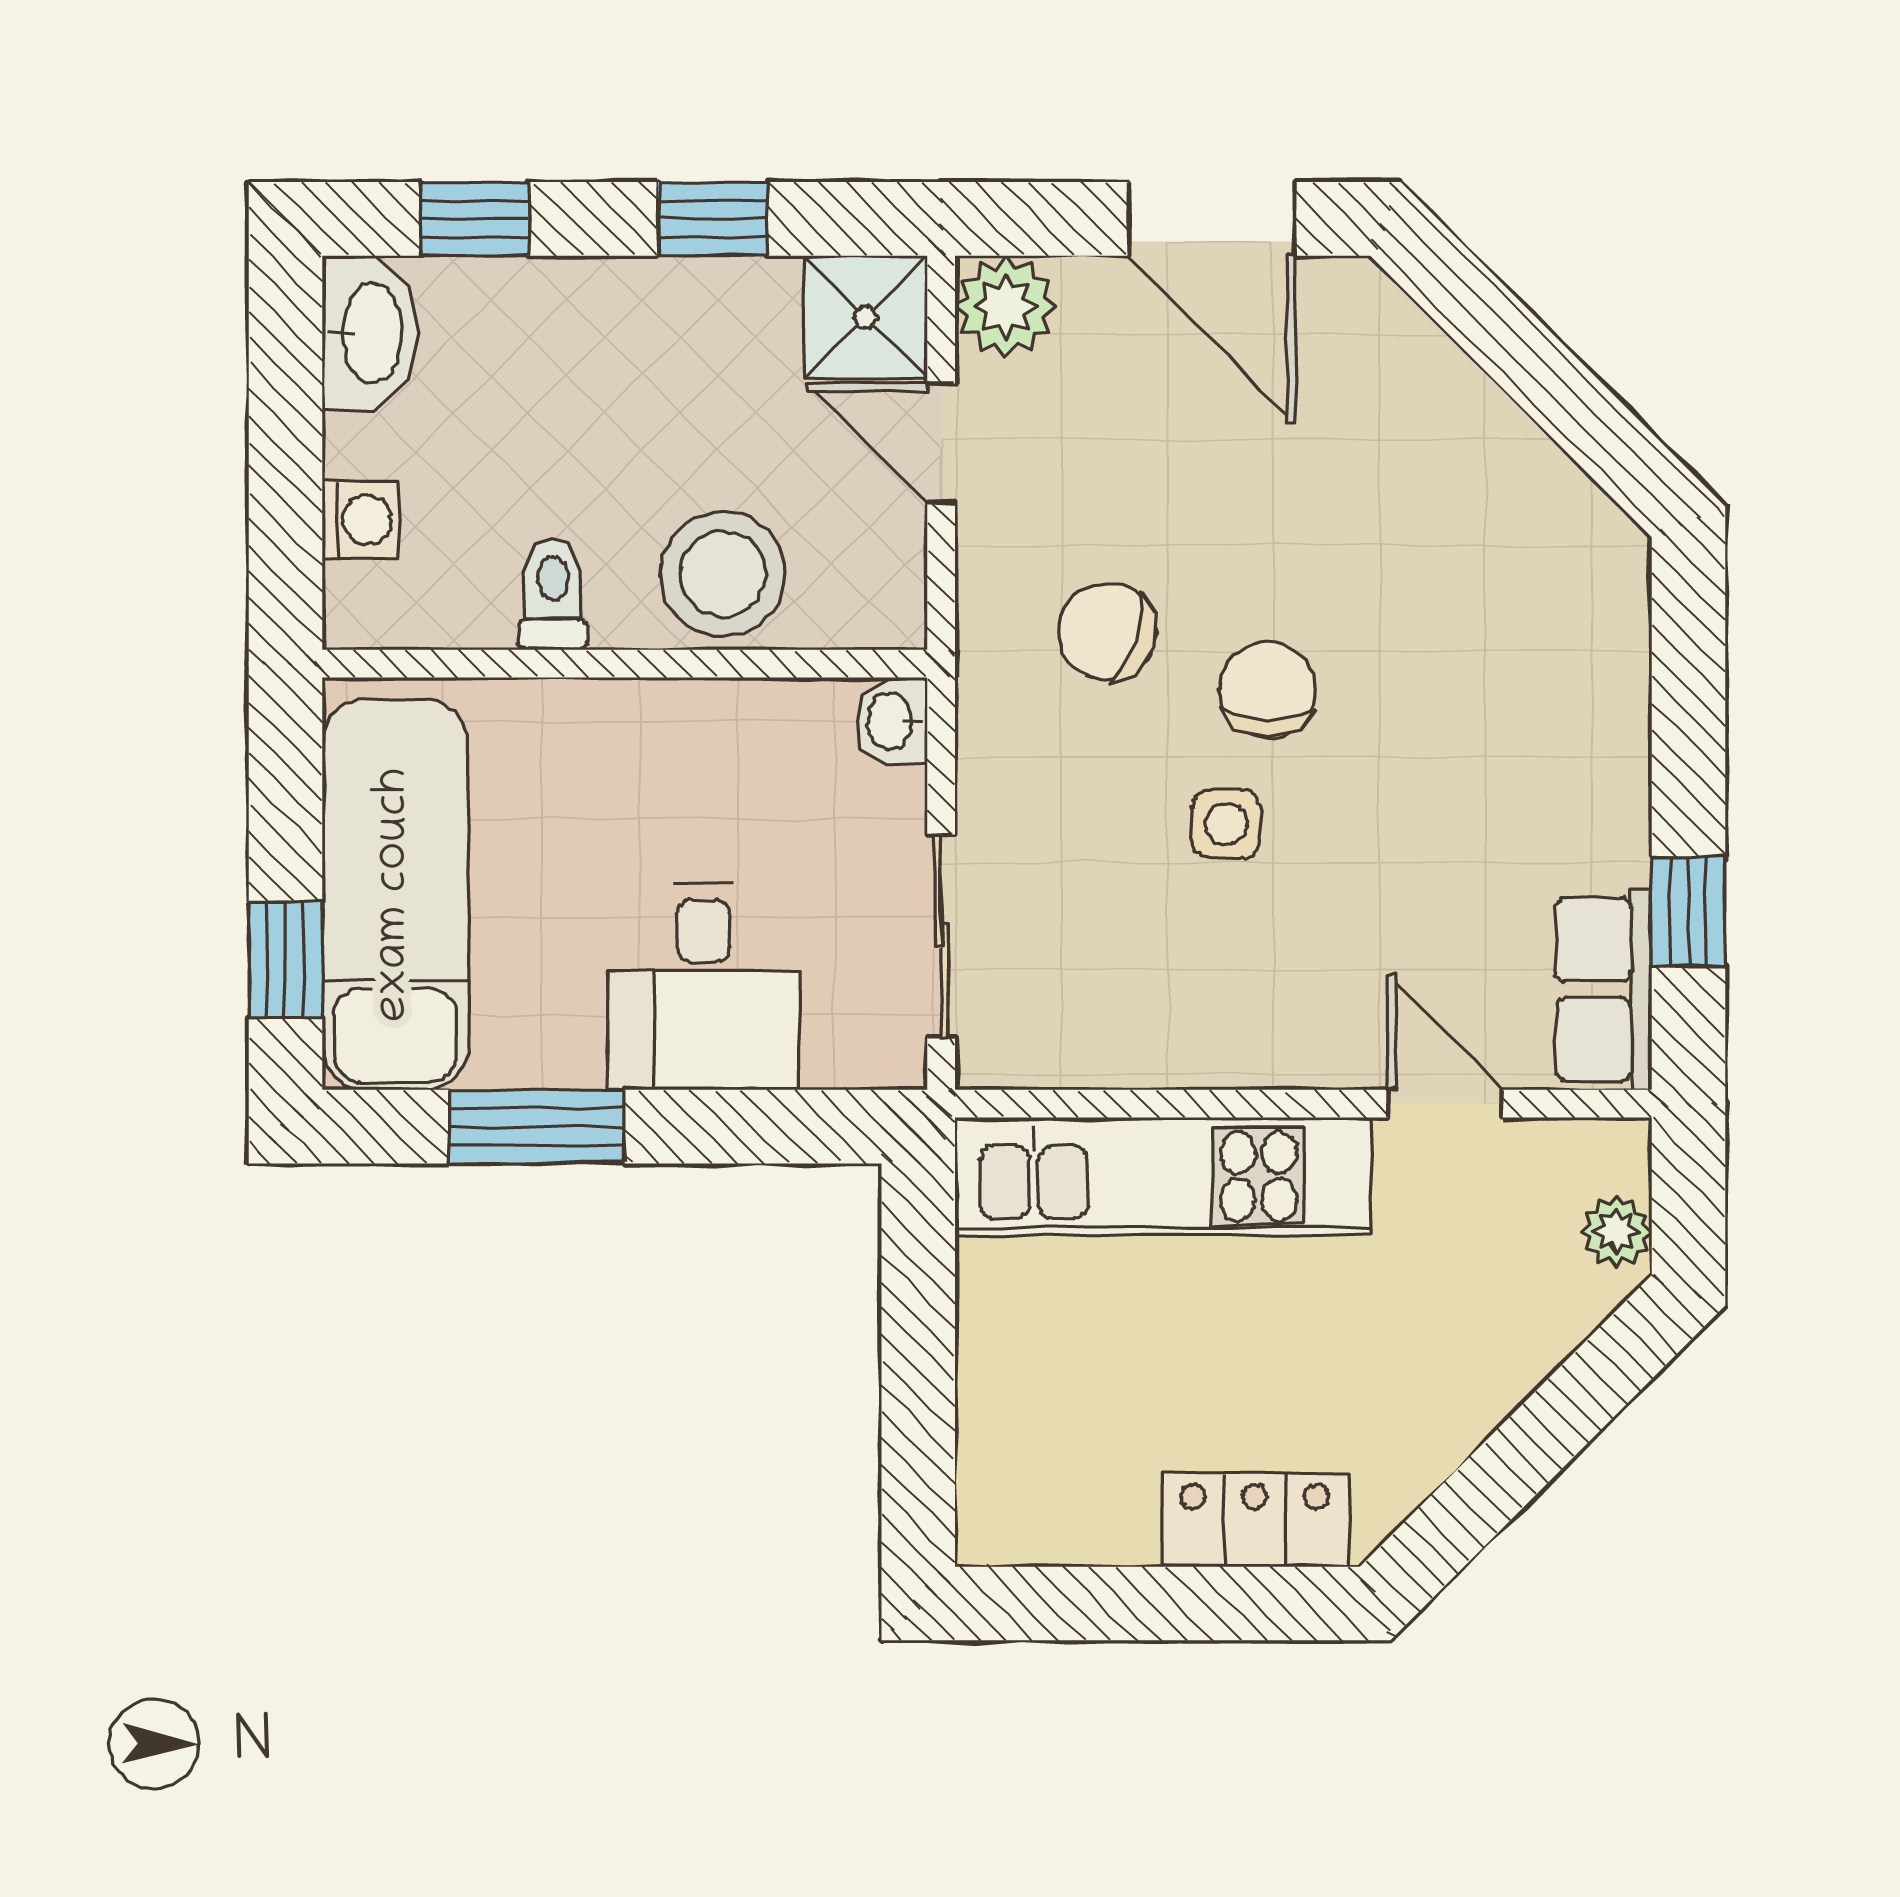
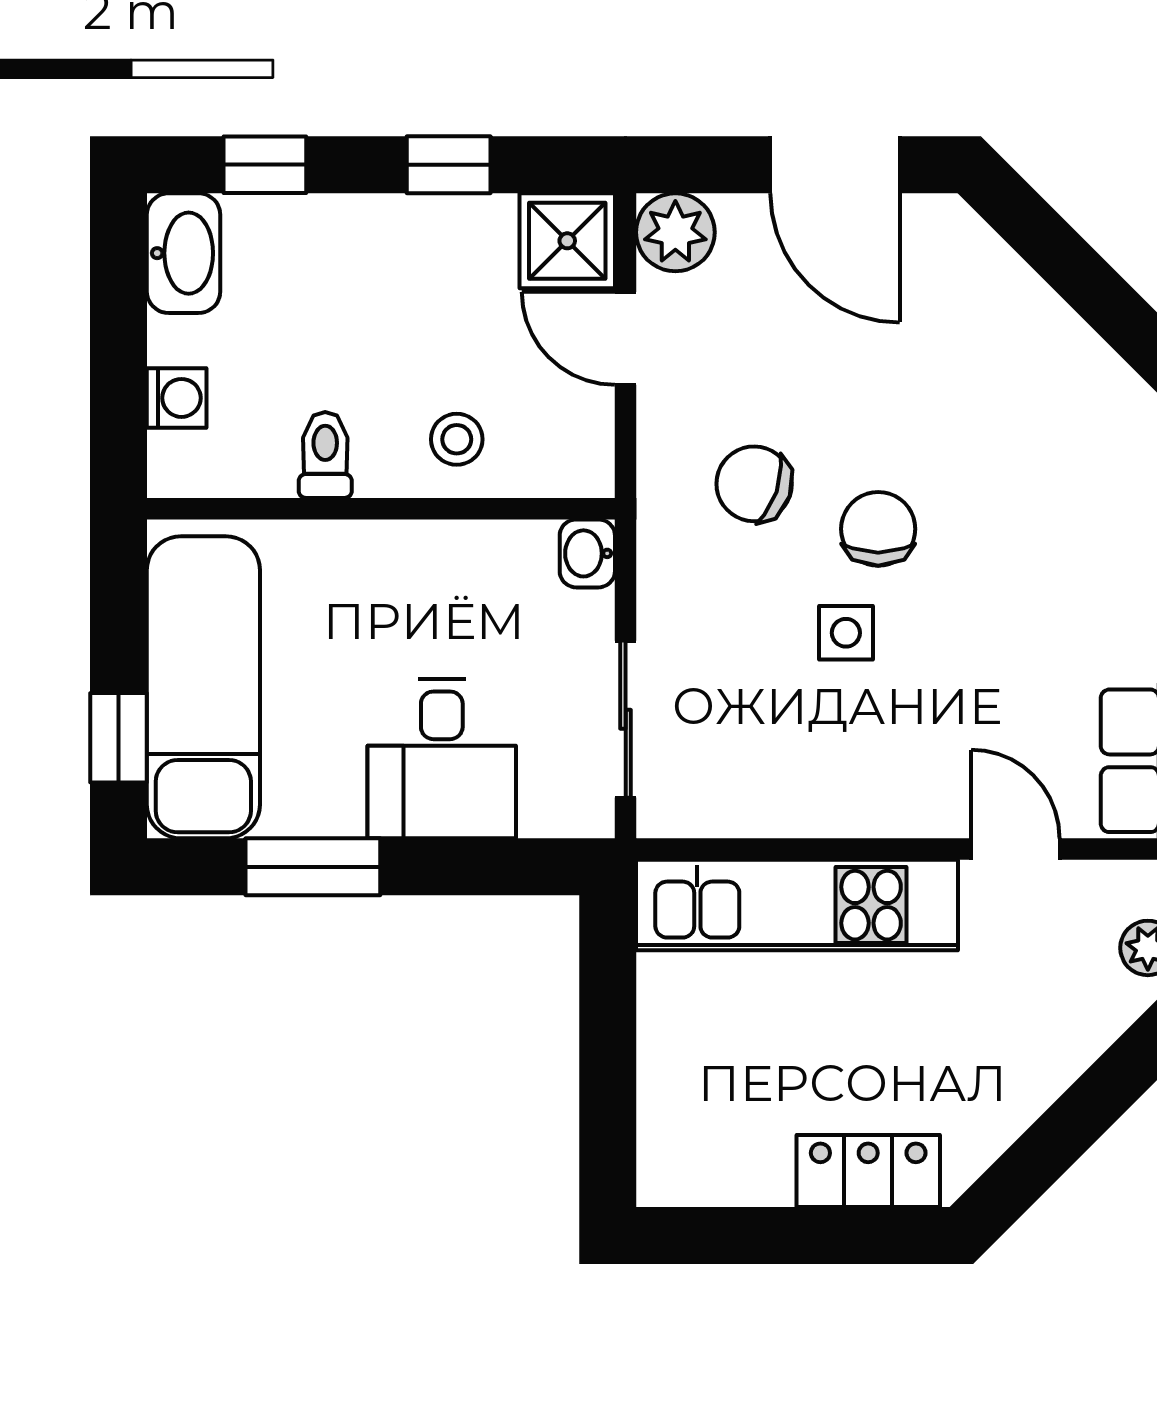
stool: (723, 574) -> (457, 439), width x0.53, depth x0.53

